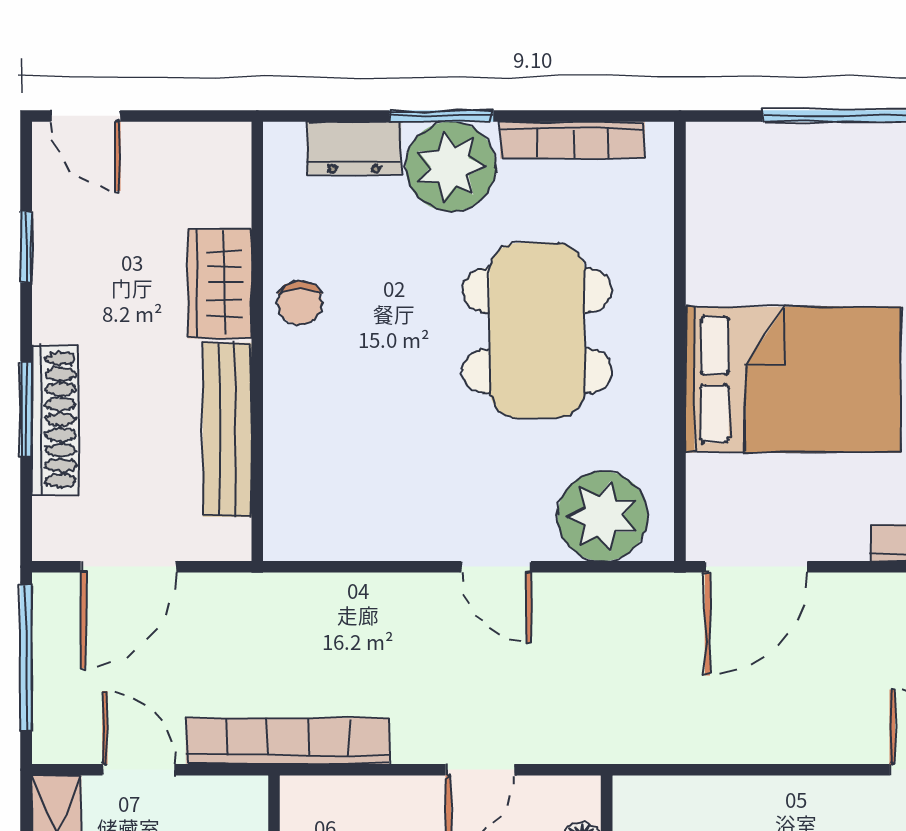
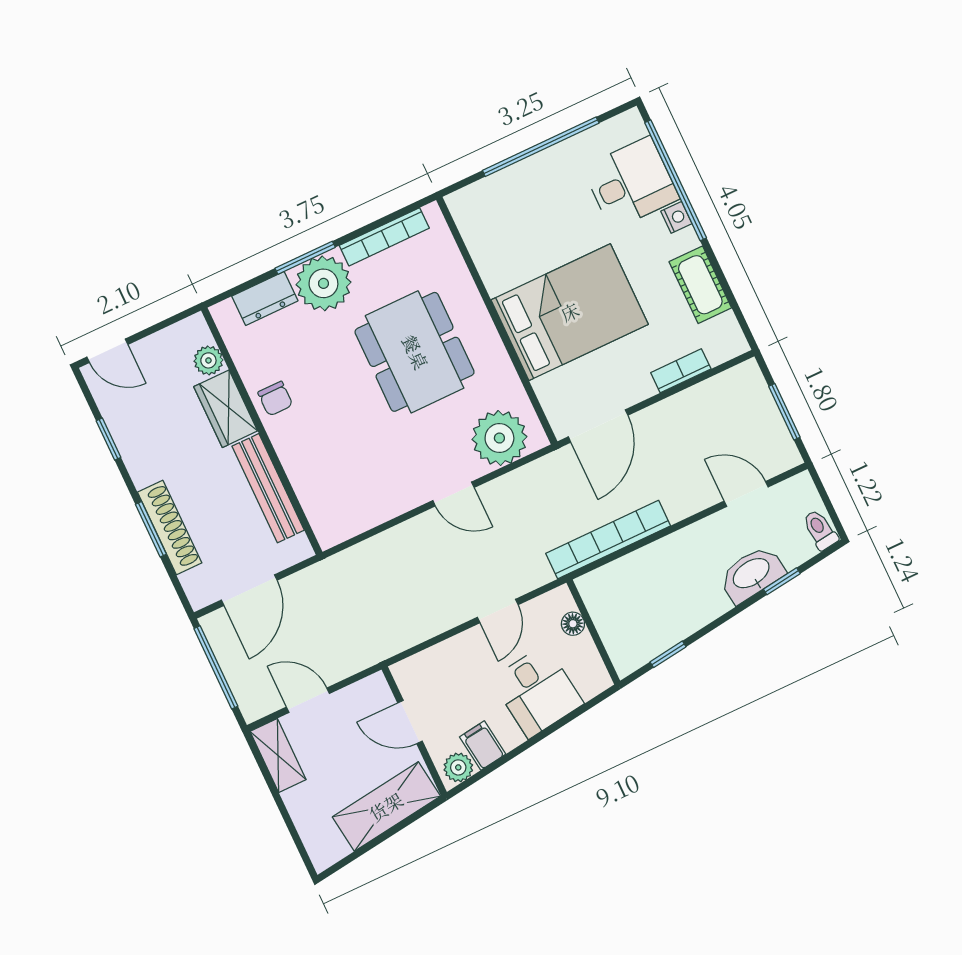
plant: (228, 200) -> (208, 360), added
bookcase: (288, 741) -> (608, 540), moved

